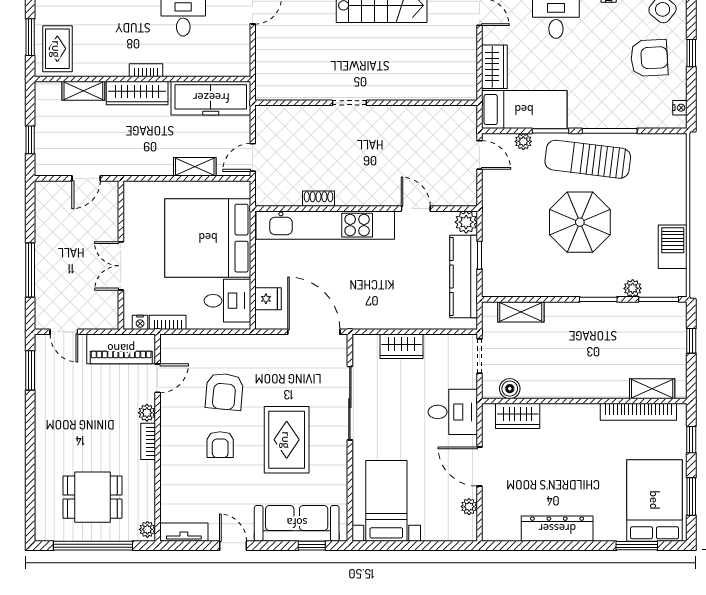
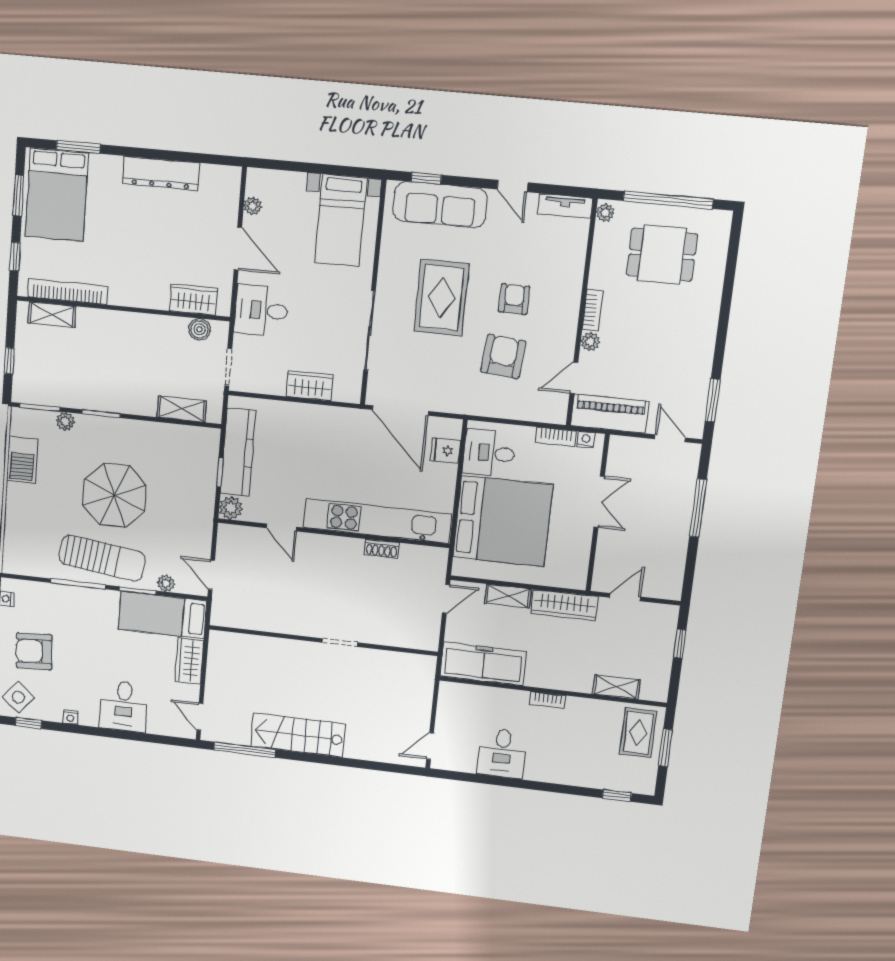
wardrobe: (137, 93) -> (564, 605), moved, turned 180

